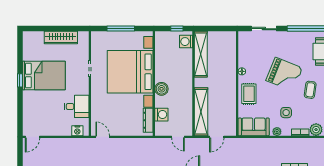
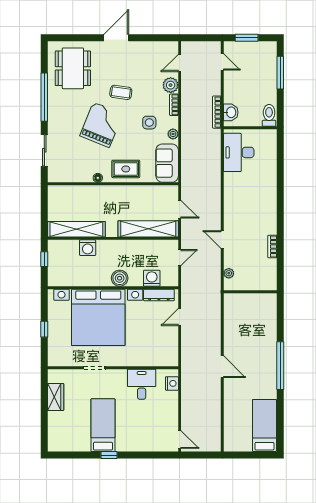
window: (121, 29) -> (44, 329), width x0.46
wardrobe: (61, 38) -> (56, 397), width x0.67
washing machine: (186, 42) -> (88, 248), moved
bed: (44, 76) -> (103, 425), width x0.67
door: (103, 137) -> (180, 317), moved

